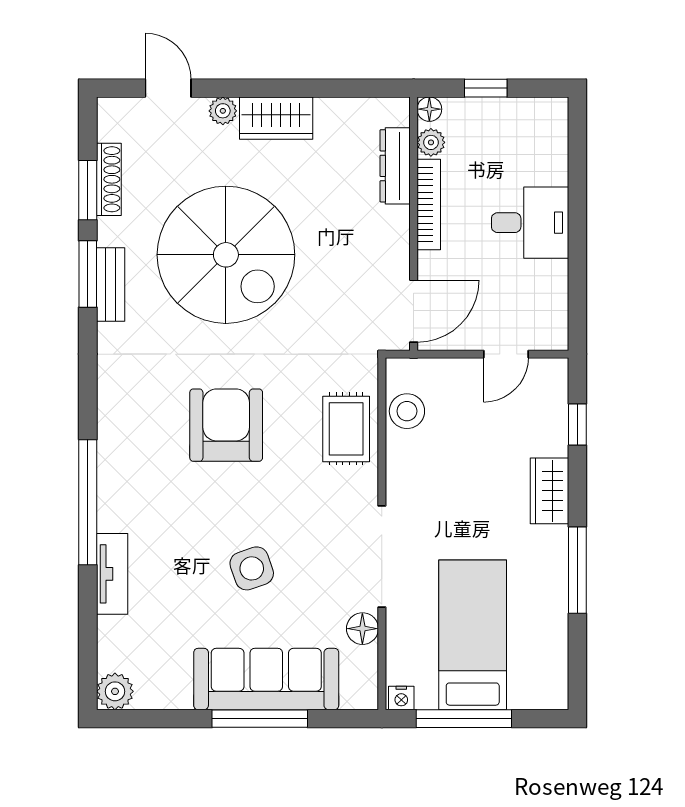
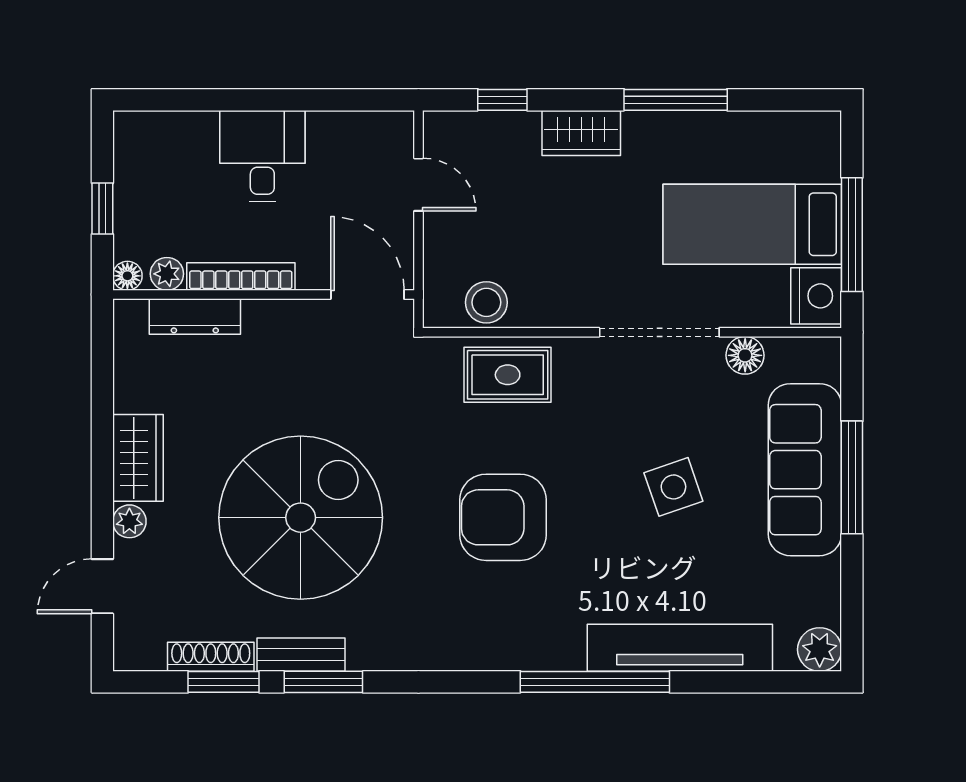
bench: (111, 284) -> (301, 655), moved
tv unit: (112, 574) -> (680, 648), width x1.92, depth x1.29
nightstand: (401, 698) -> (816, 296), width x1.89, depth x1.79

